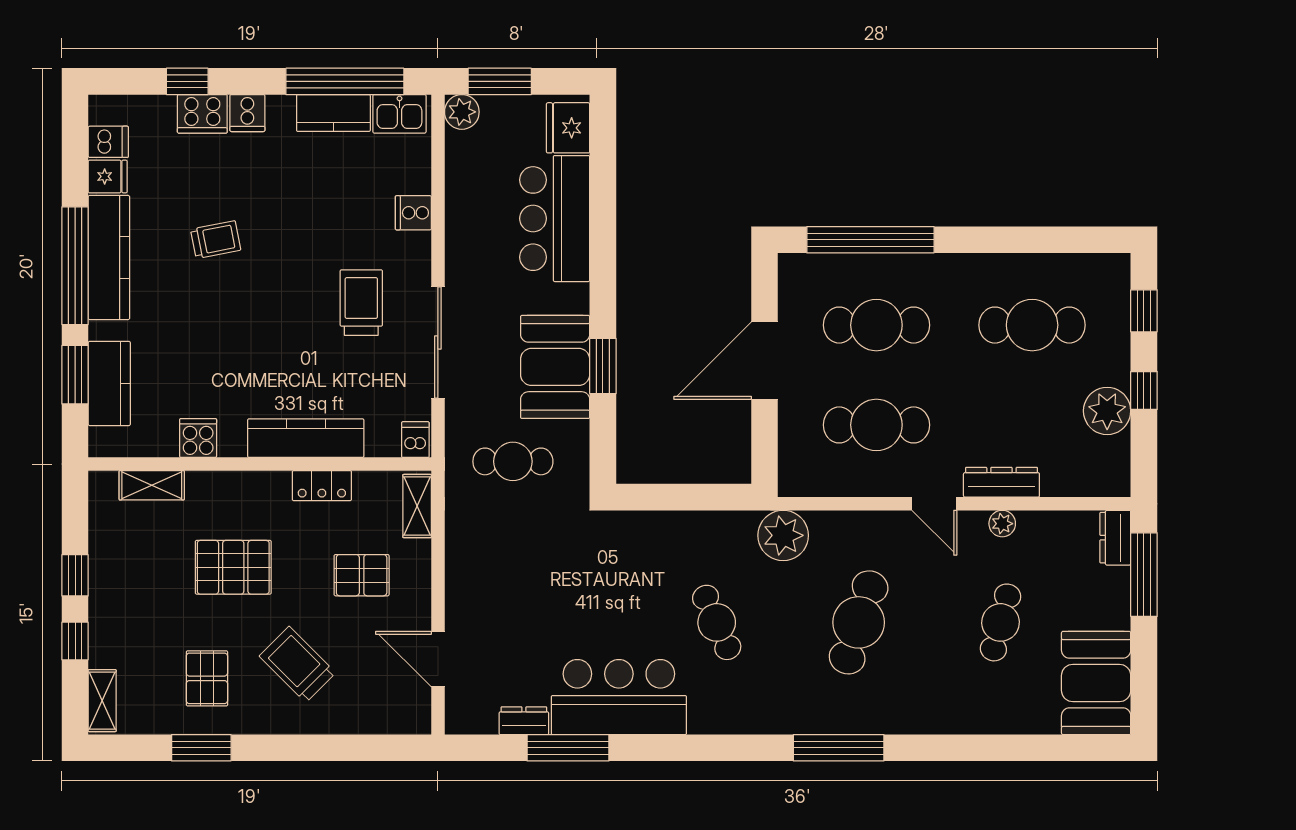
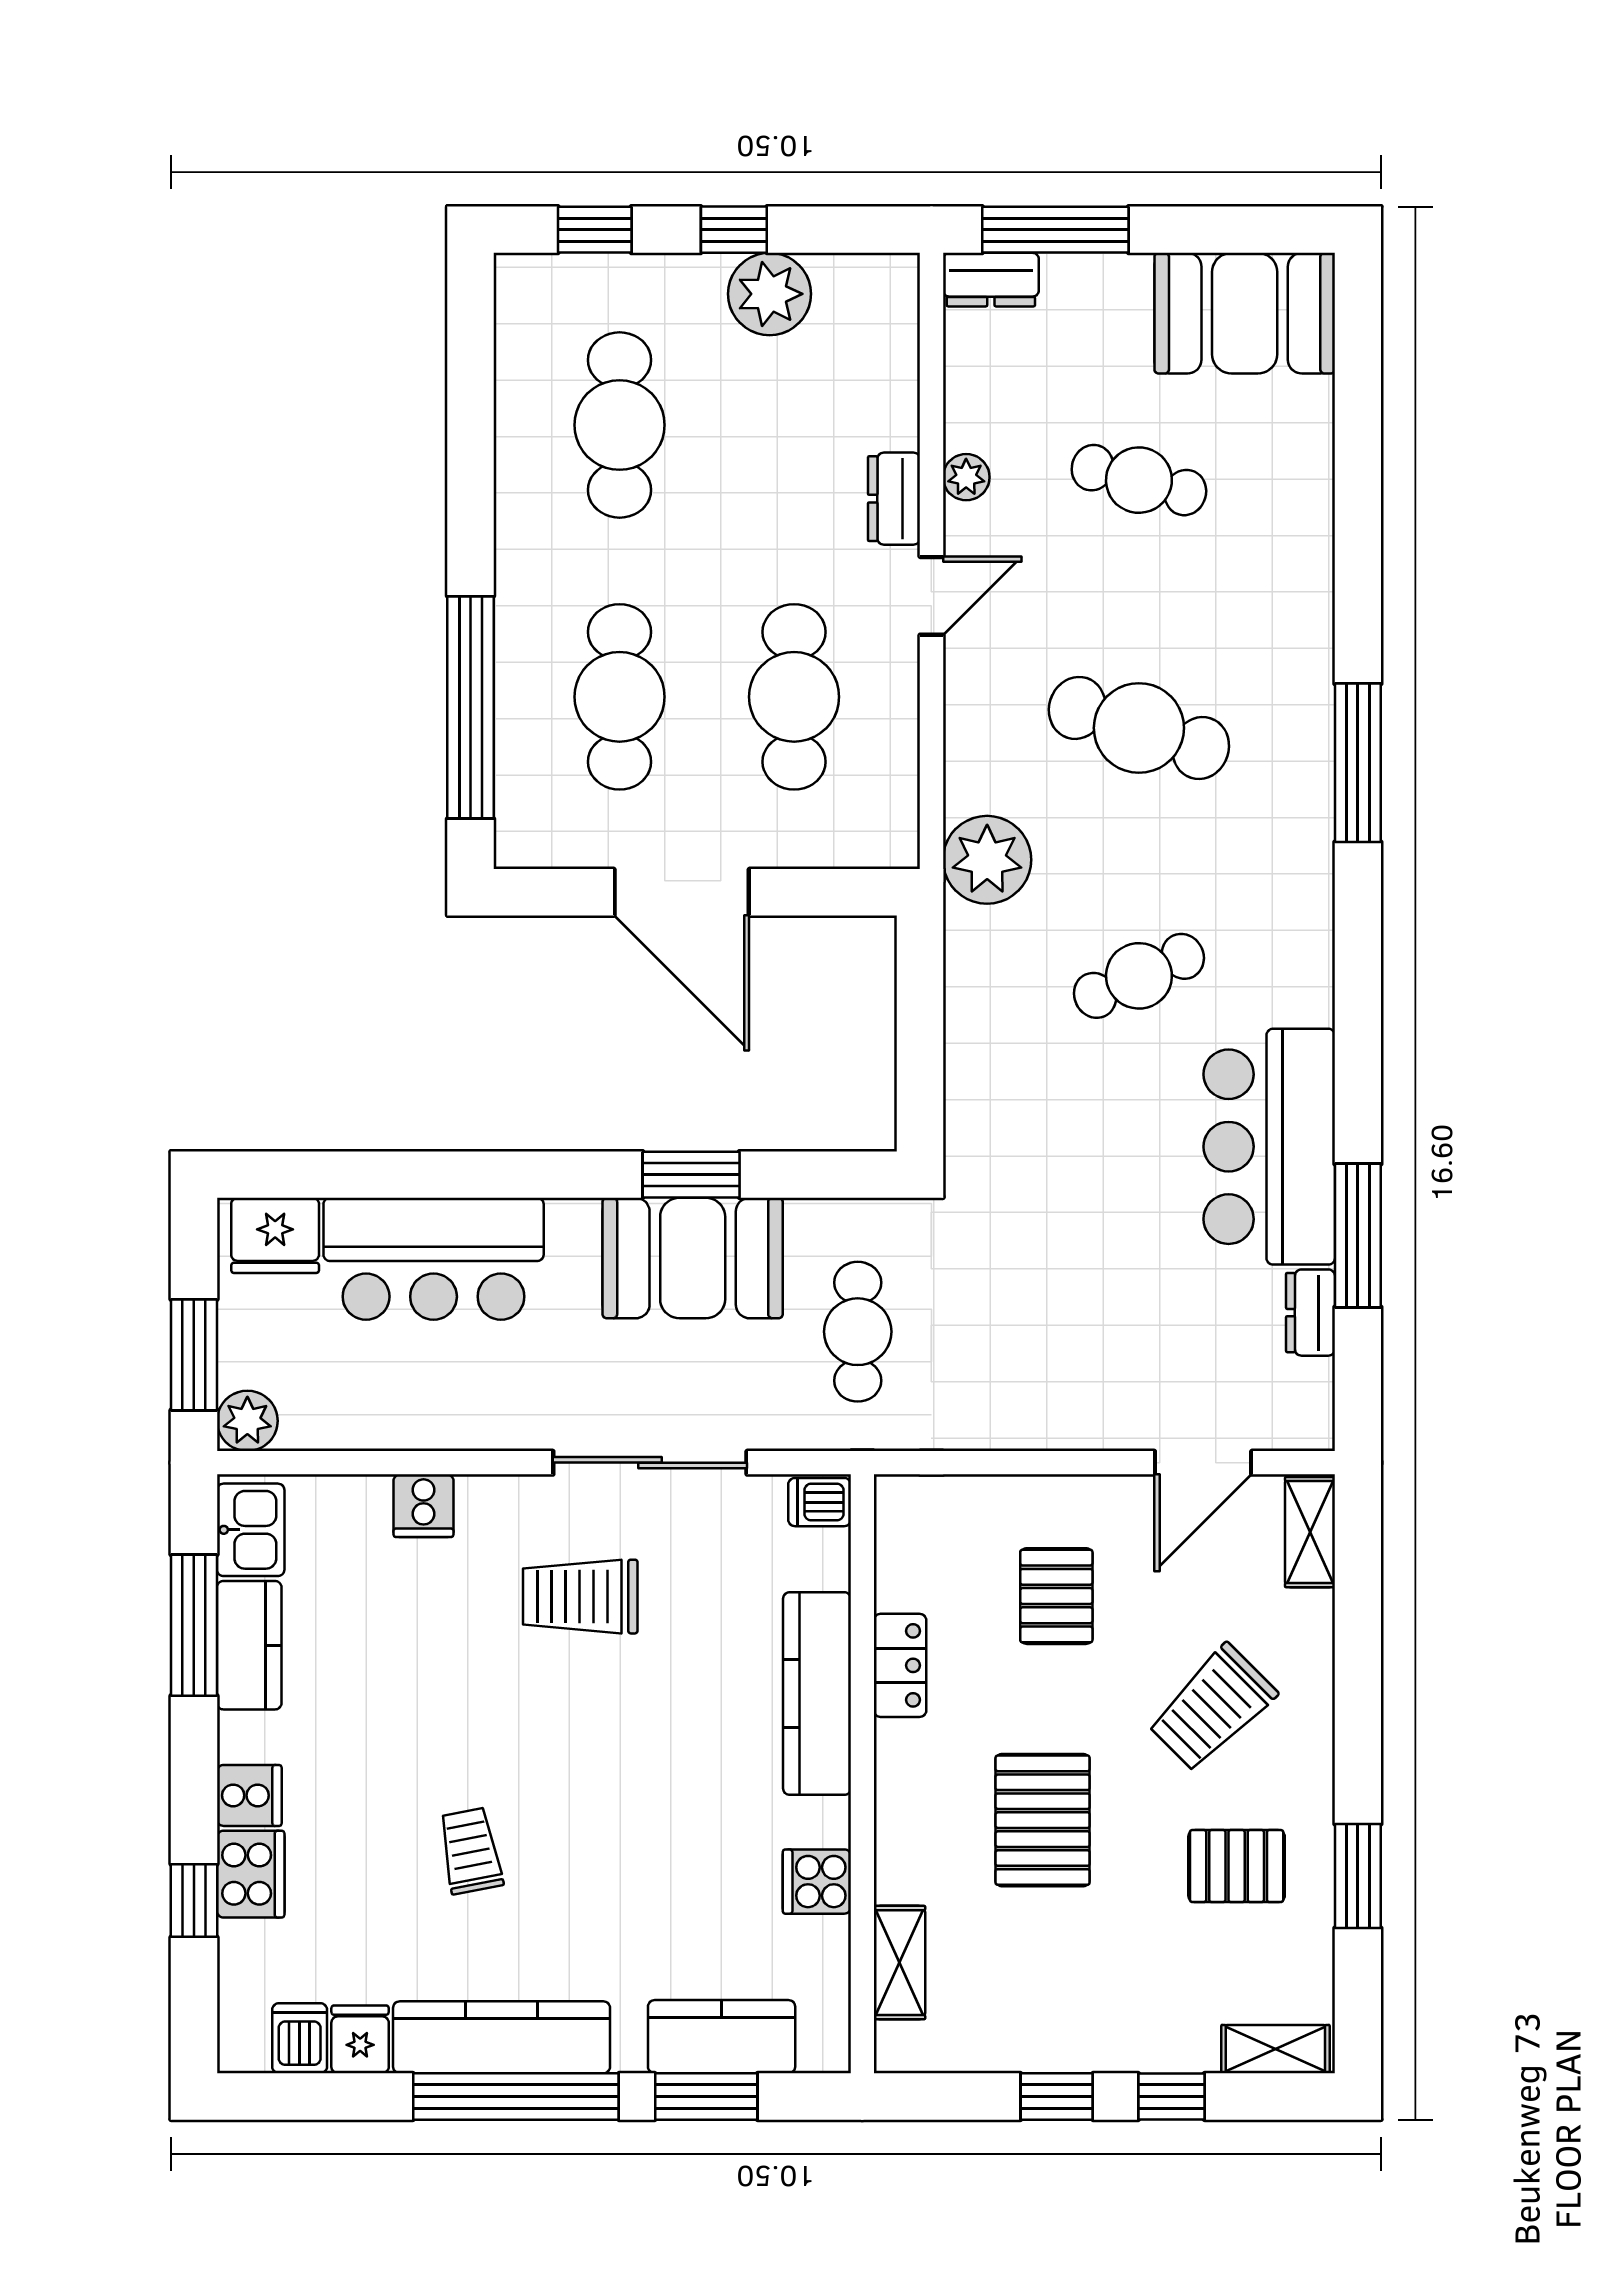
window: (345, 81) -> (194, 1625), width x0.68
dresser: (1001, 482) -> (894, 499), width x0.70
shelving: (417, 506) -> (1310, 1532), moved, turned 90

